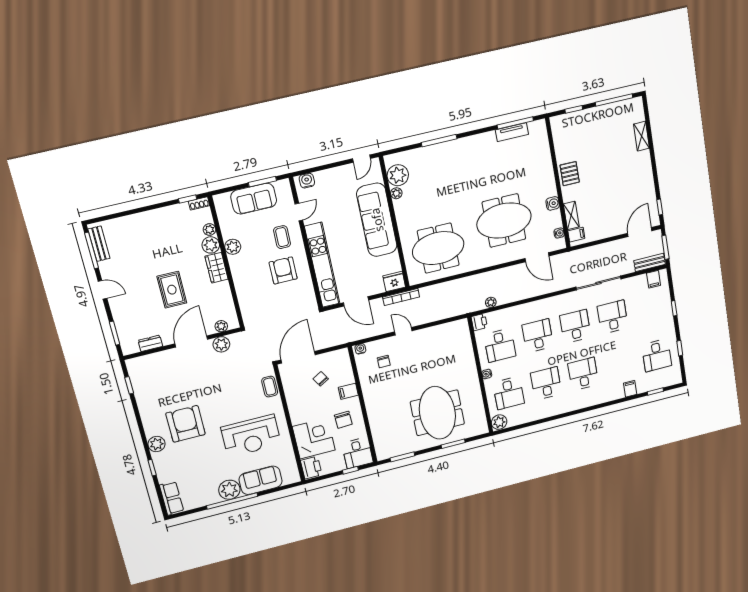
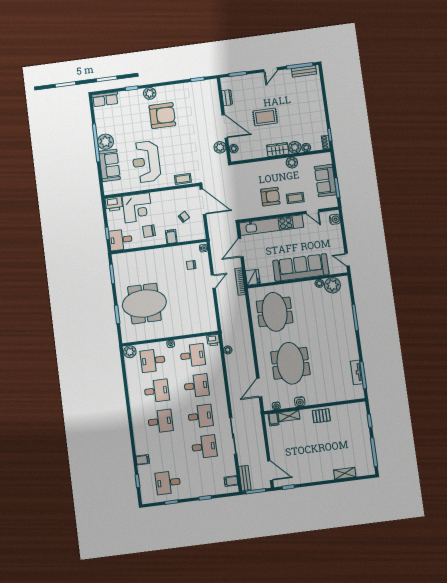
desk: (500, 345) -> (193, 355), turned 180

